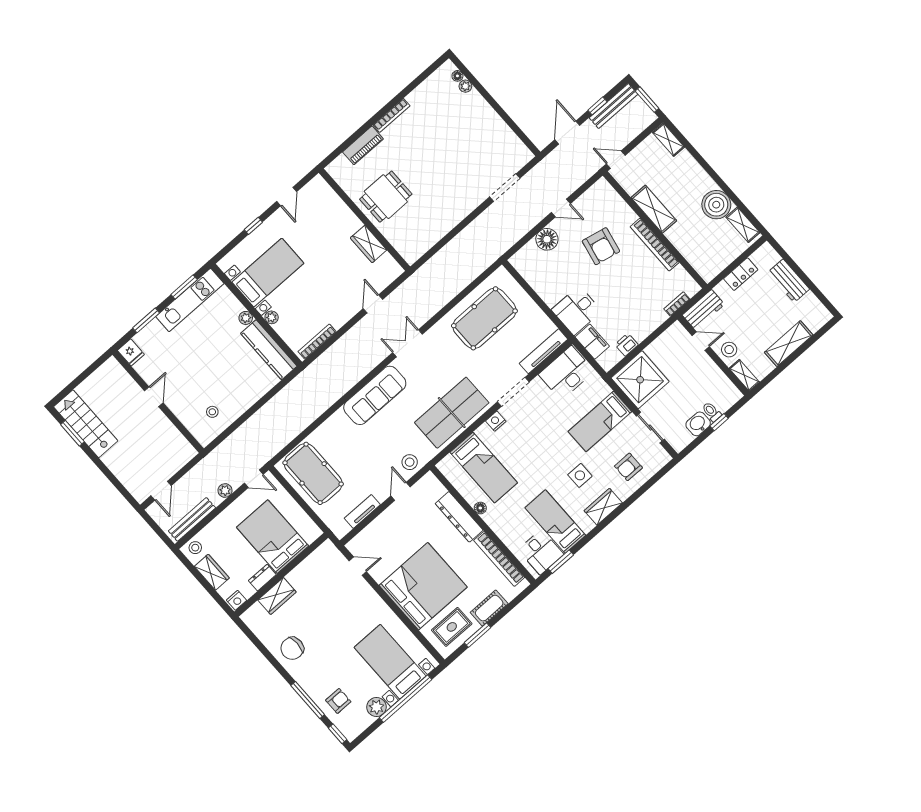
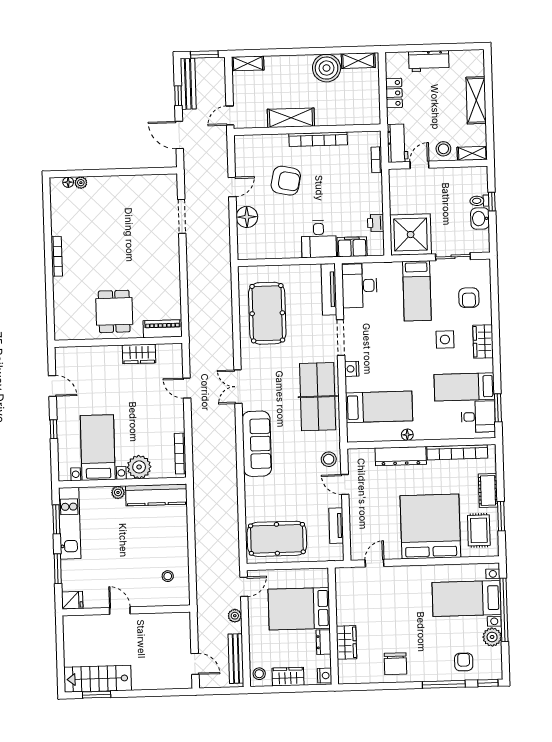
piano: (363, 145) -> (163, 329), moved, turned -90
plant: (272, 317) -> (139, 467), width x1.88, depth x1.88

